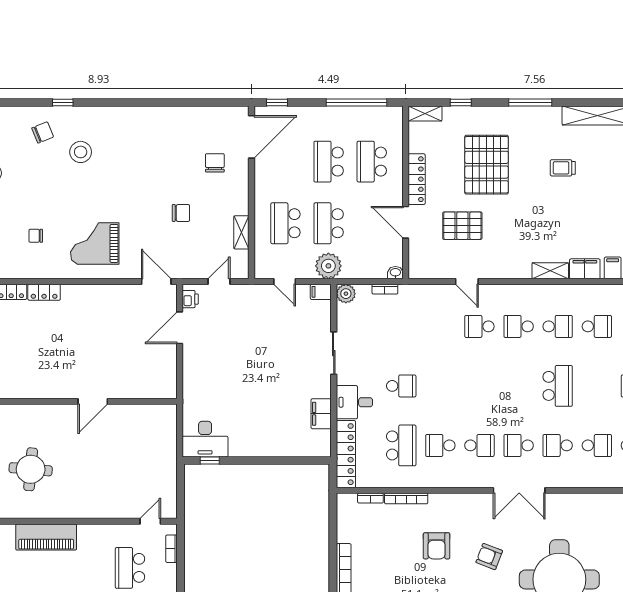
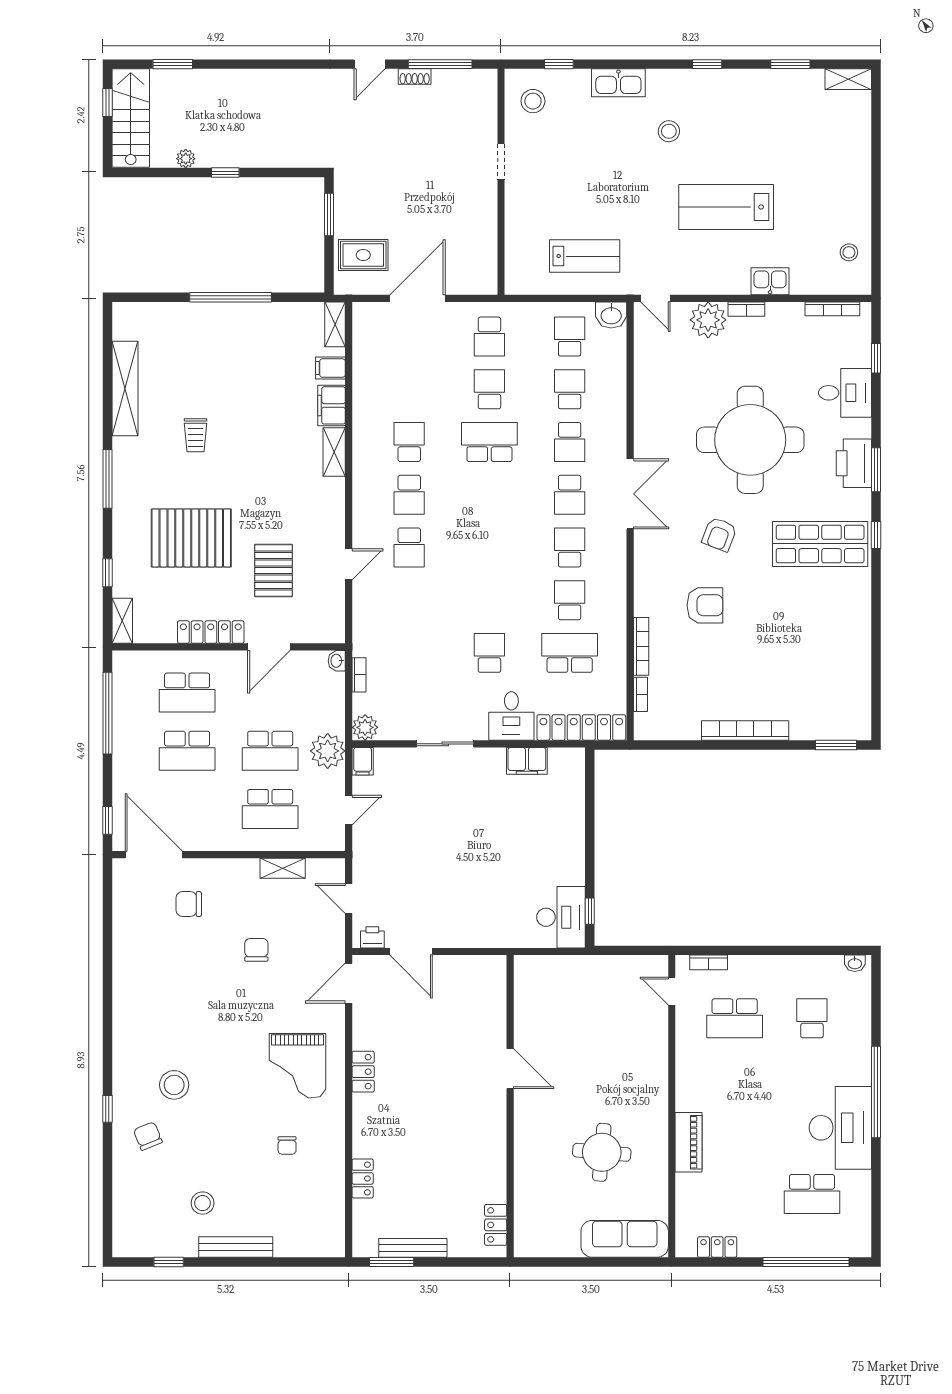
locker: (44, 292) -> (363, 1072), moved
school desk: (597, 326) -> (489, 389), moved
school desk: (440, 445) -> (570, 600), turned 180
piano: (46, 537) -> (689, 1142), width x0.73, depth x0.75

